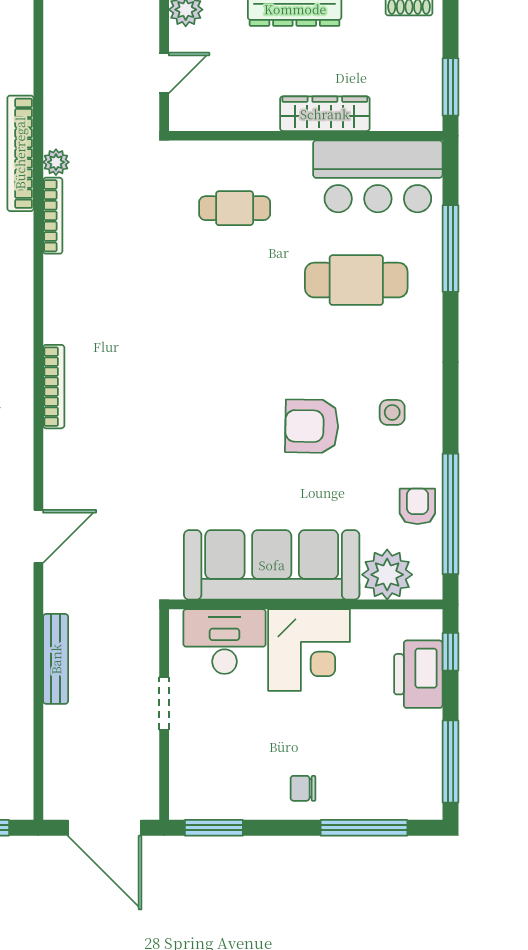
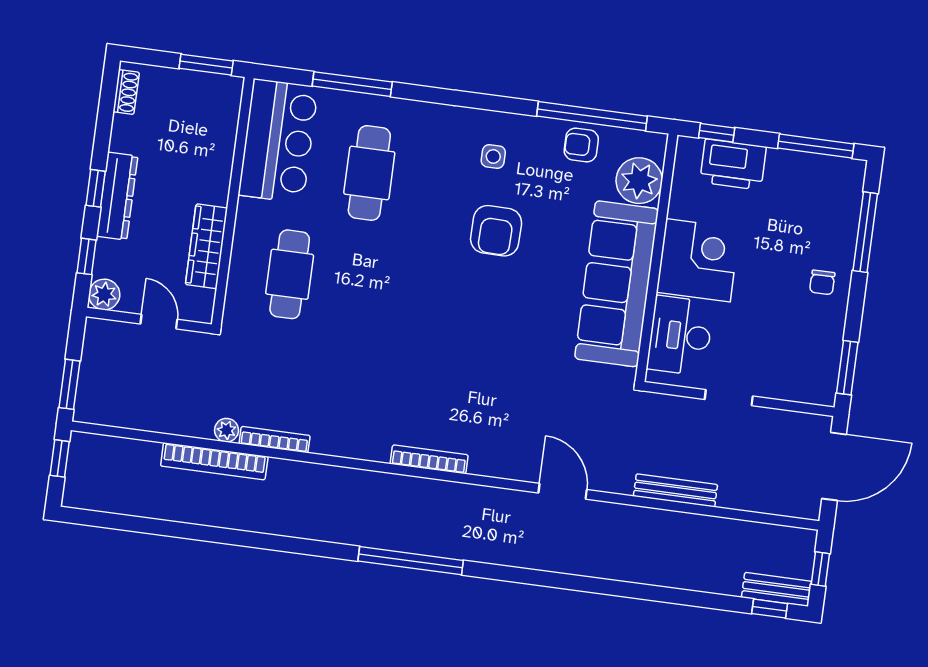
wardrobe: (325, 114) -> (206, 246), moved
cafe table: (235, 208) -> (290, 274), width x1.37, depth x1.35

